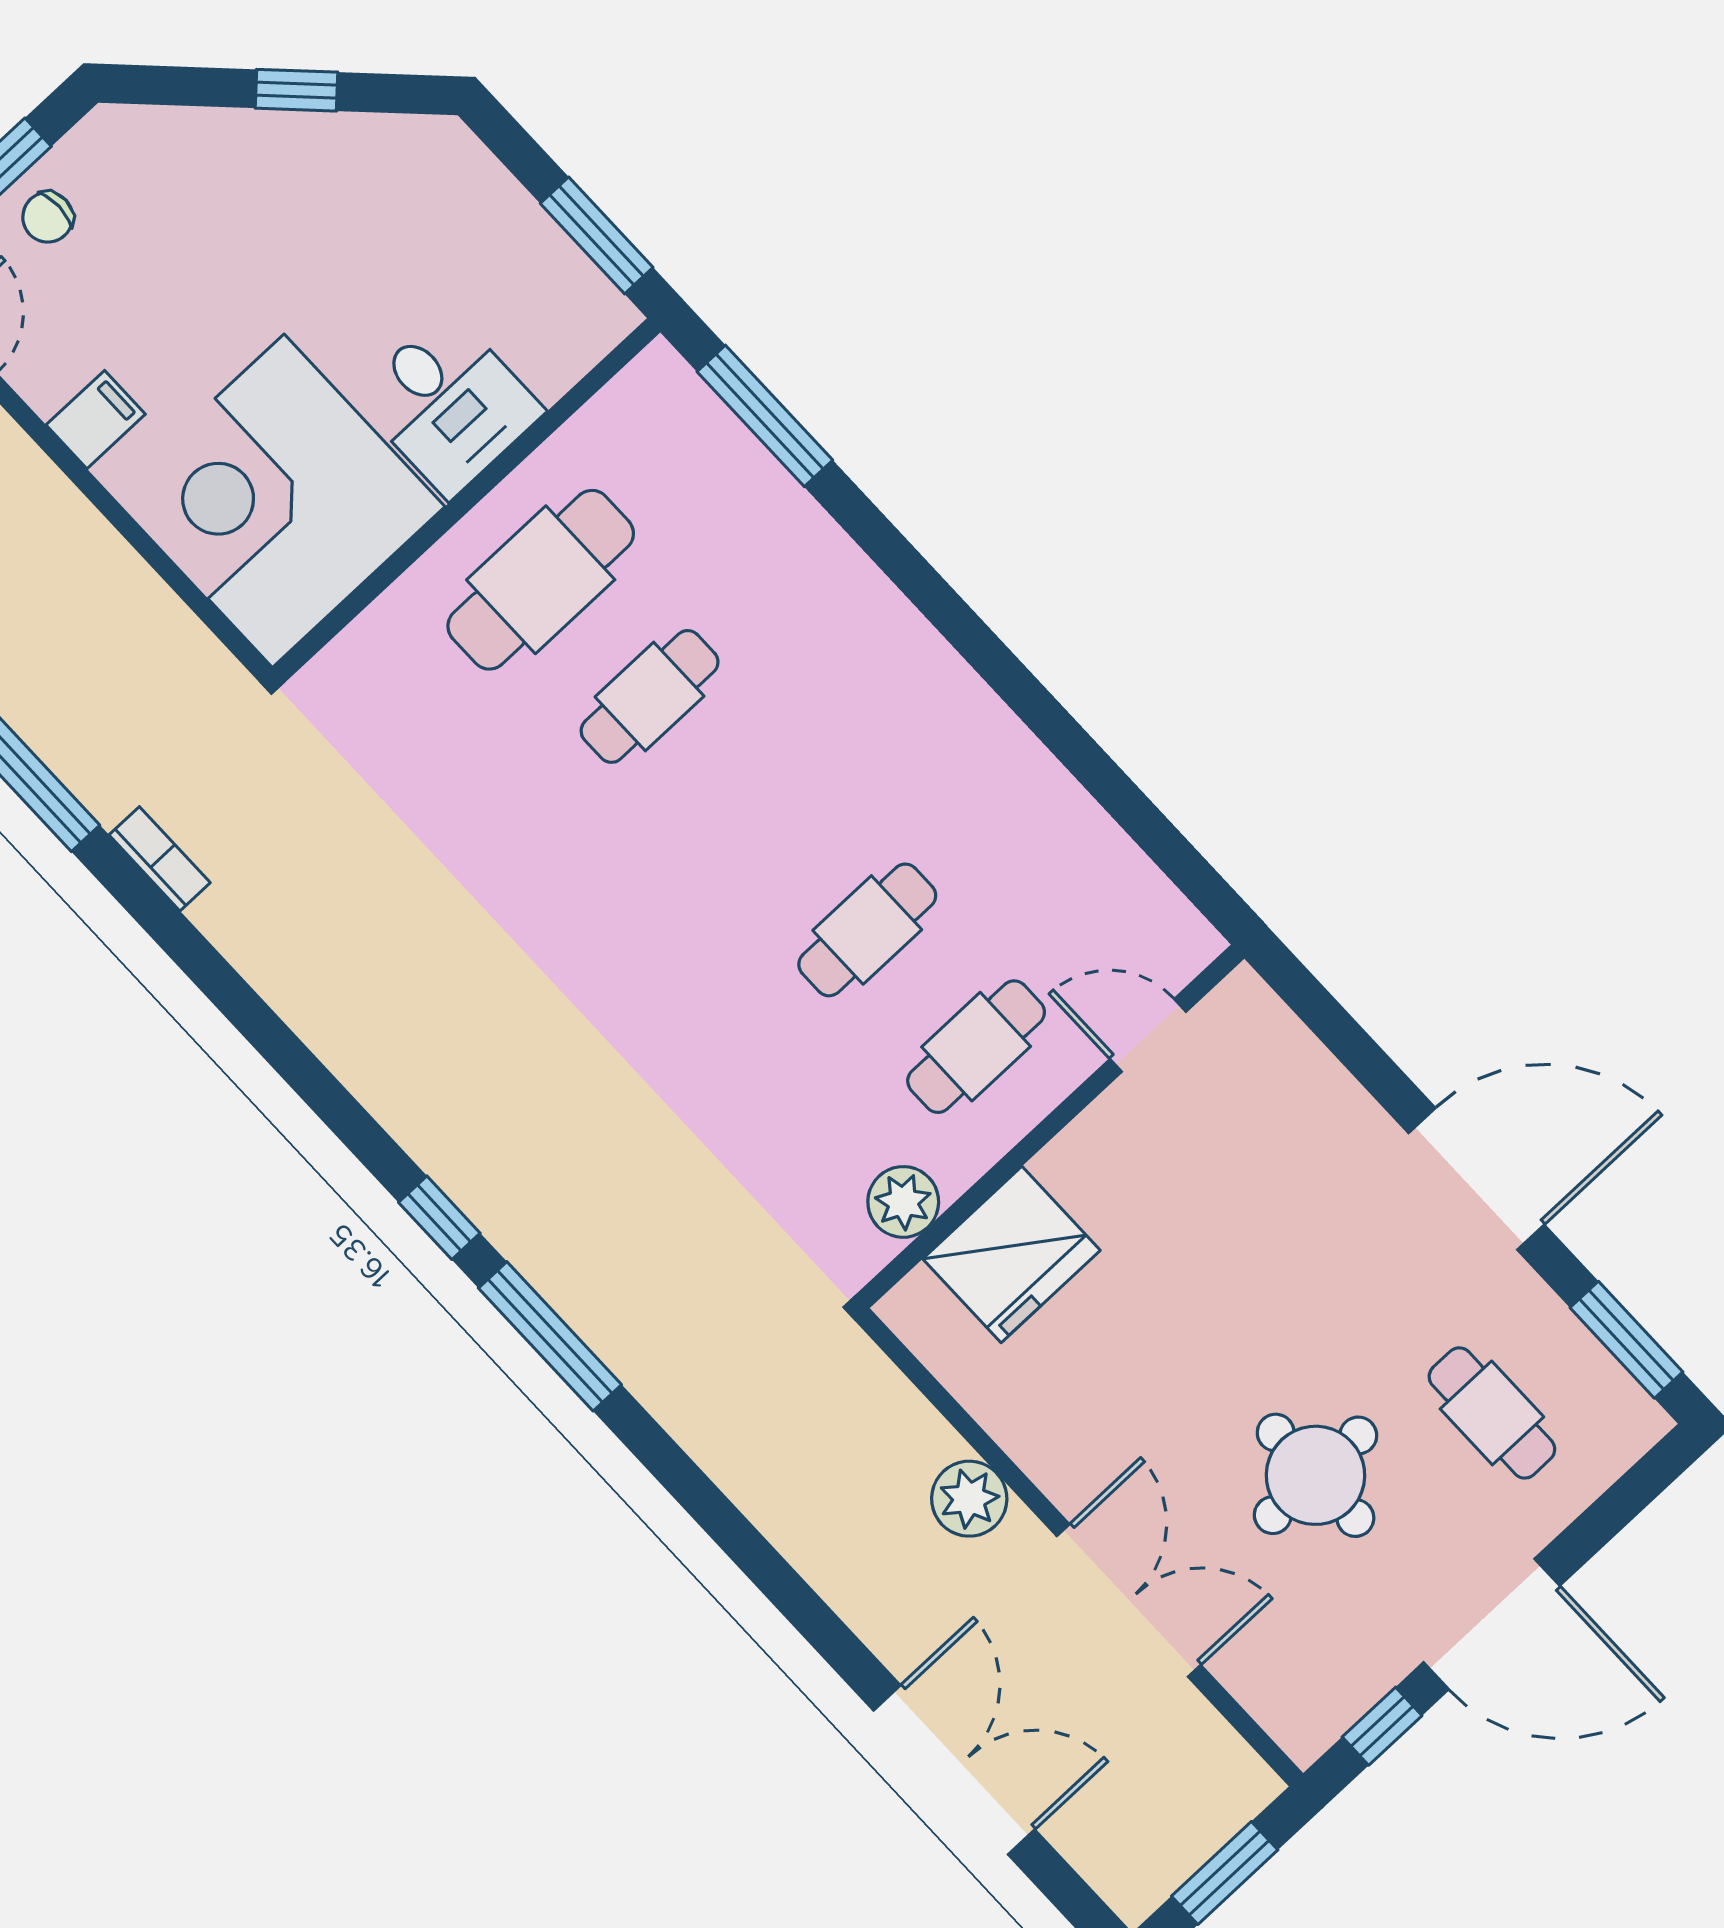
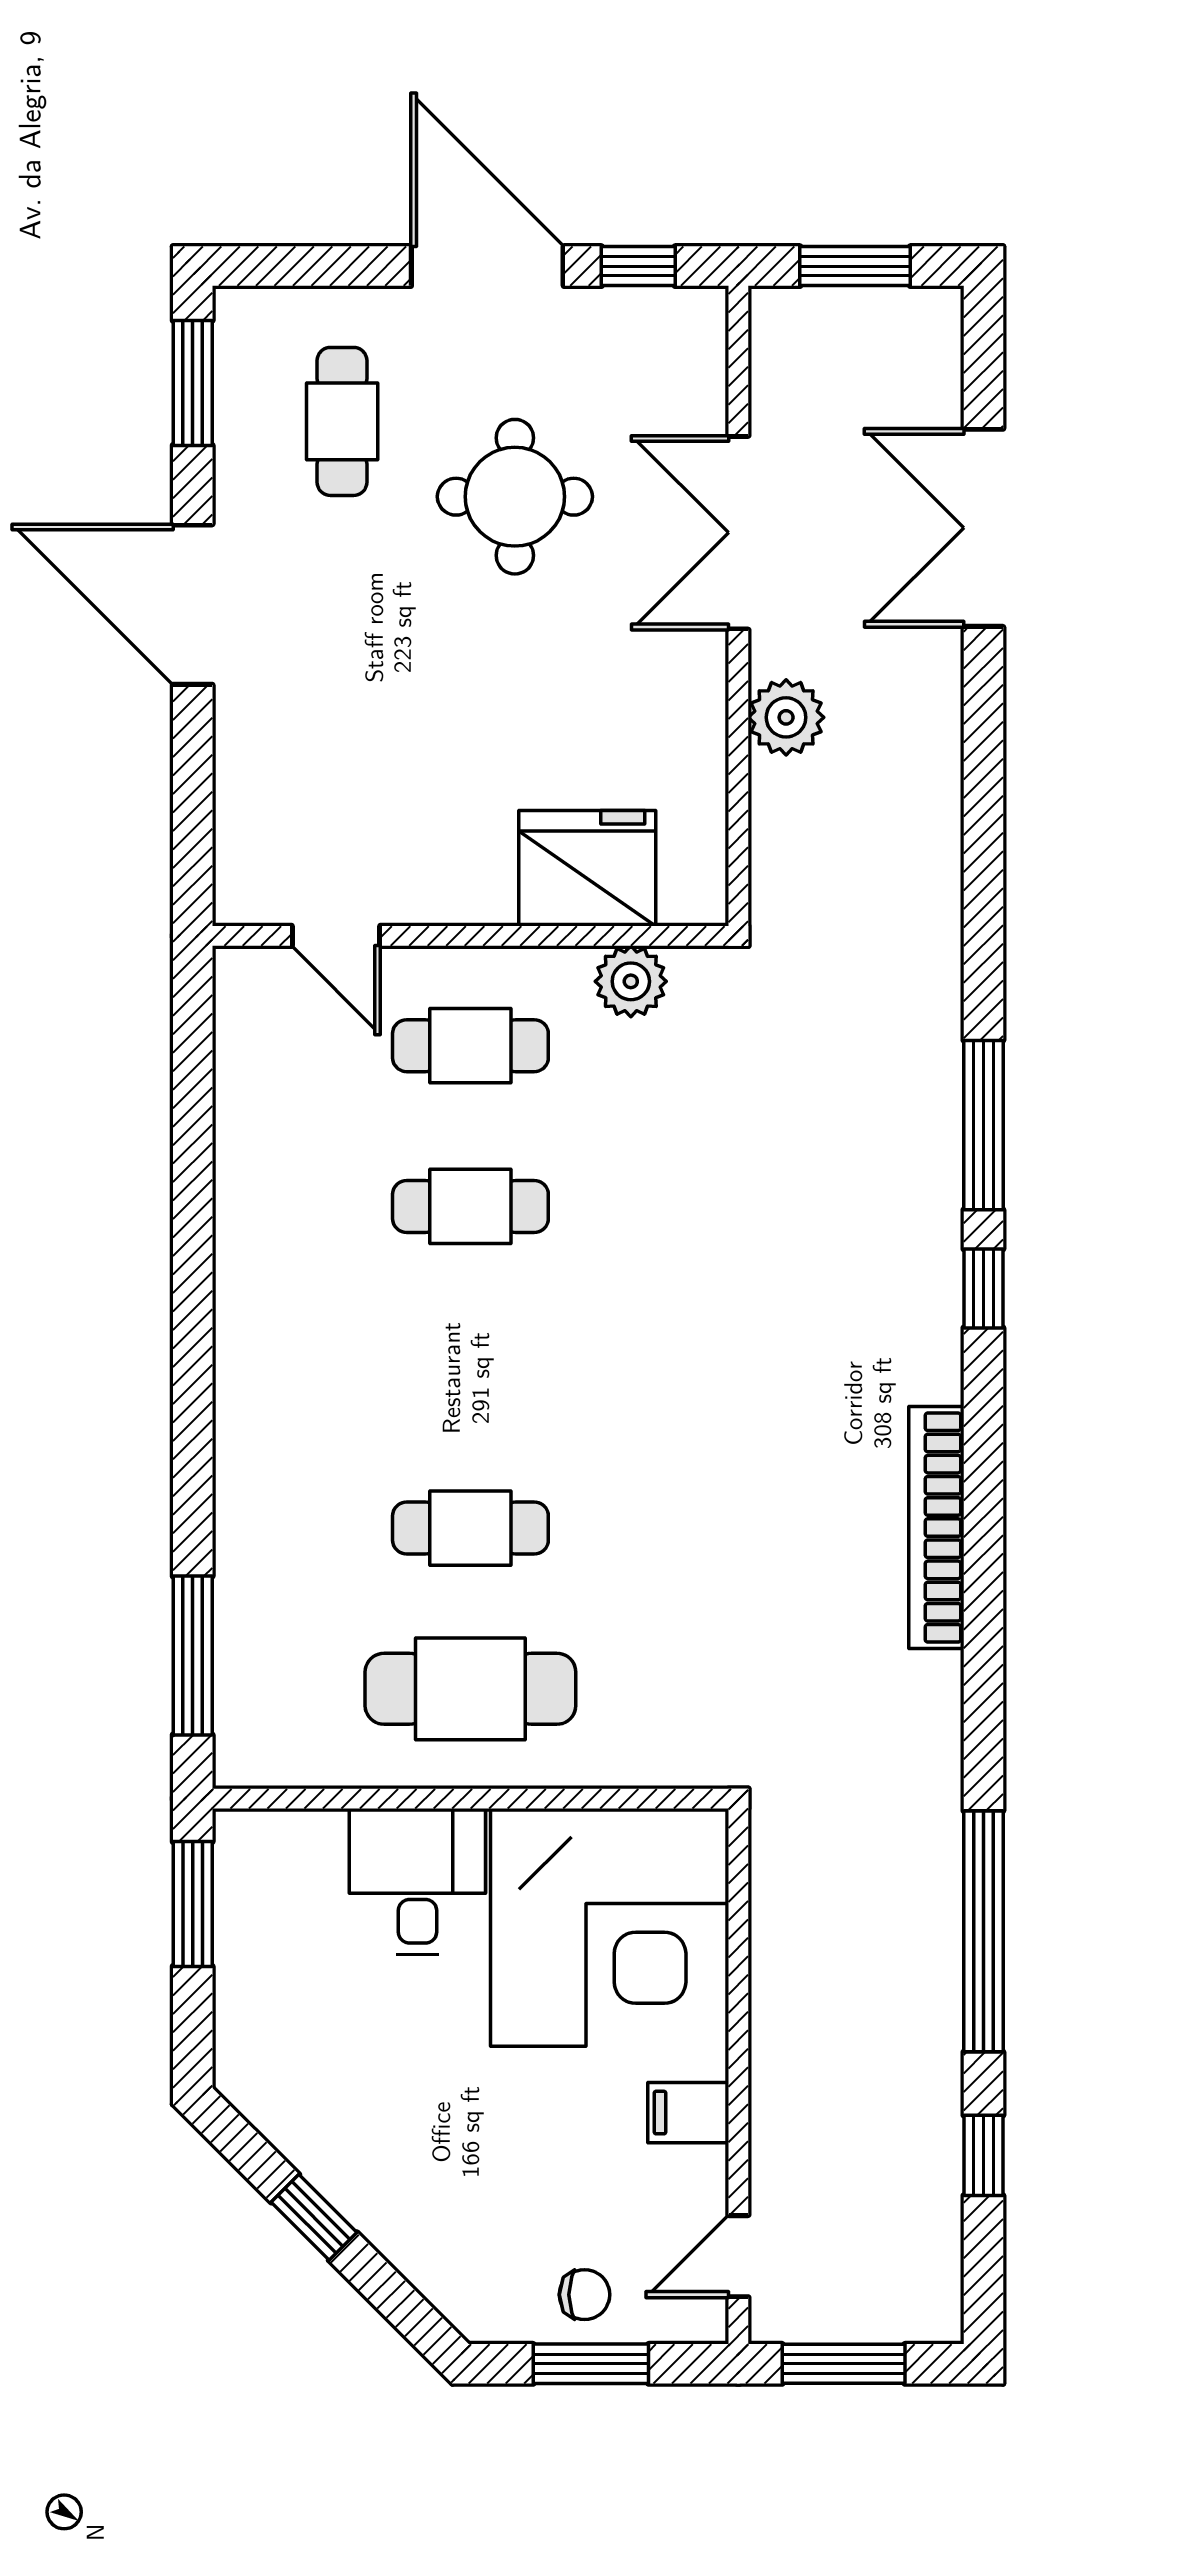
bookcase: (160, 859) -> (936, 1528), moved, width x2.31, depth x1.31

